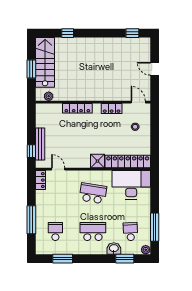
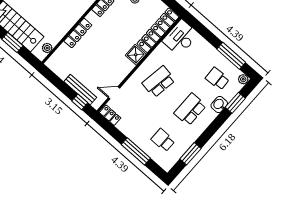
desk: (131, 185) -> (180, 38), width x0.73, depth x0.77

